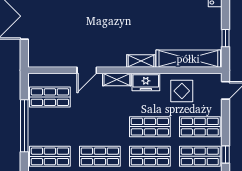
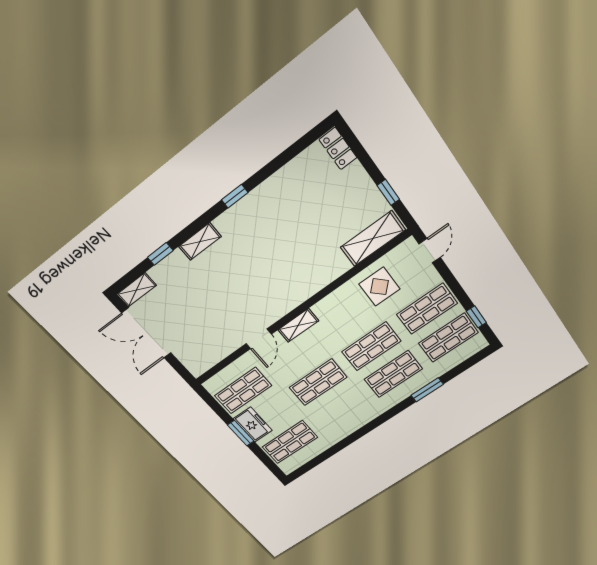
shelving: (188, 59) -> (373, 239), width x0.68
shelving: (141, 61) -> (310, 288), removed
freezer: (146, 82) -> (253, 424), moved, turned -90
window: (24, 126) -> (241, 433), width x0.47
shop shelf: (100, 156) -> (318, 382), moved

